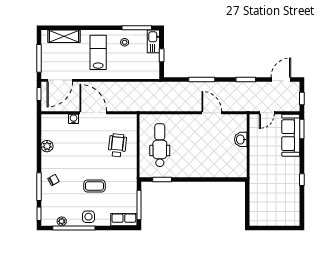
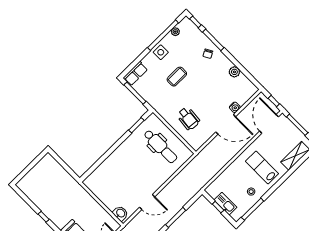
kitchen sink: (153, 41) -> (225, 204), moved
lab bench: (98, 52) -> (262, 167), turned 180
washbasin: (241, 139) -> (120, 213), moved

